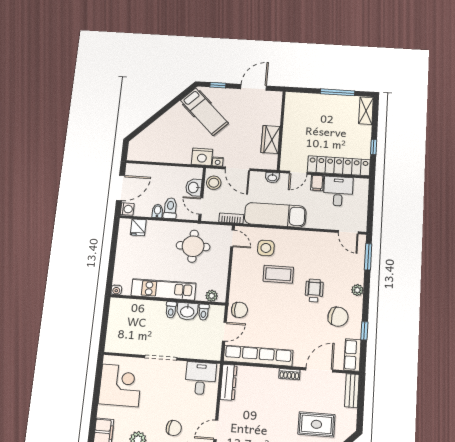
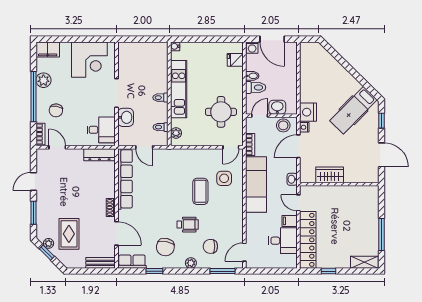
chair: (239, 310) -> (210, 246), moved, turned 90
washbasin: (187, 311) -> (126, 117), moved, turned 180

